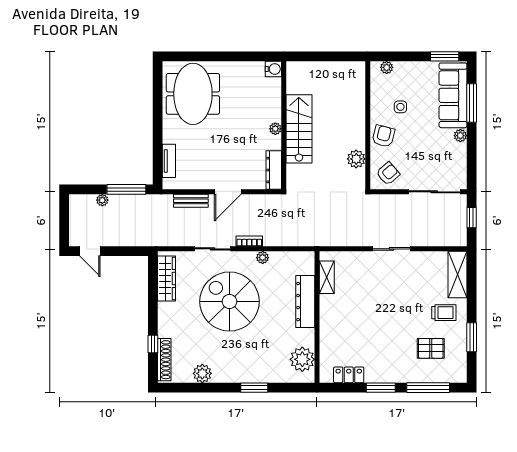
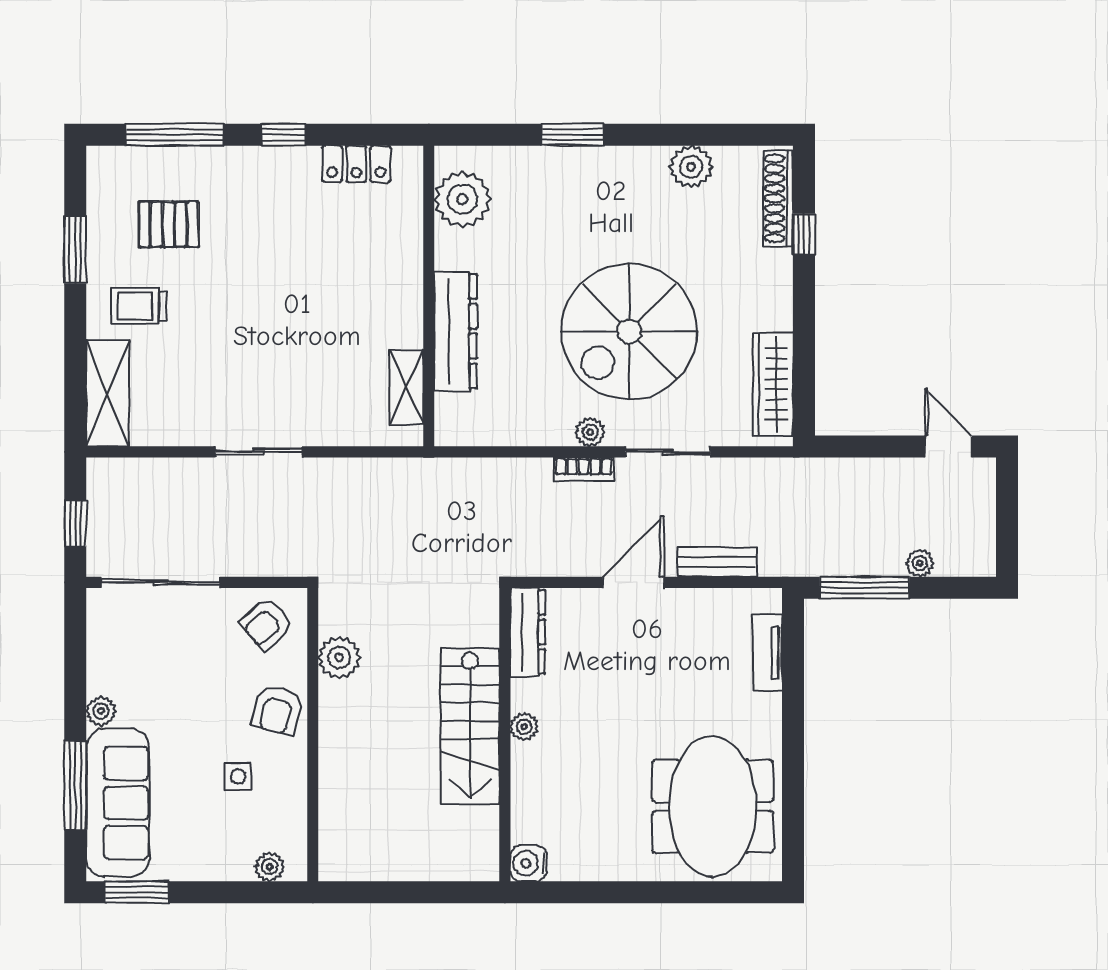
plant: (263, 258) -> (590, 432), moved
spiral stairs: (230, 302) -> (629, 331), turned 90
window: (381, 388) -> (283, 135), width x0.67

